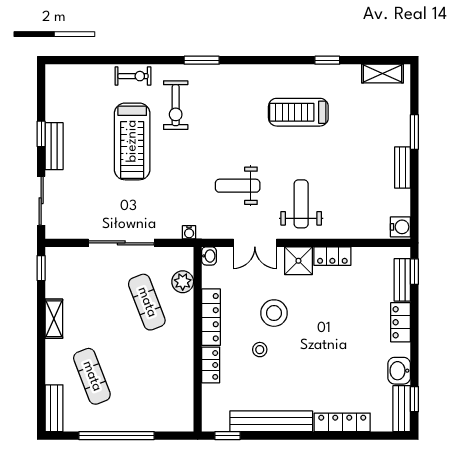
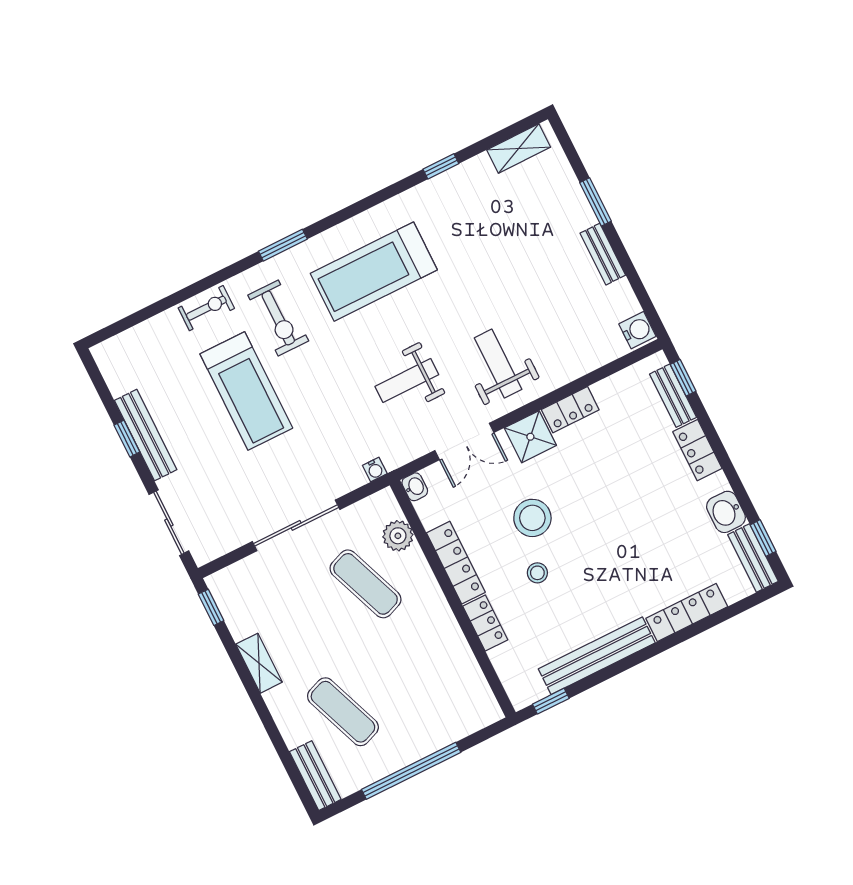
treadmill: (298, 112) -> (374, 272), moved, width x1.37, depth x1.38
bench: (54, 146) -> (146, 435), width x1.36

